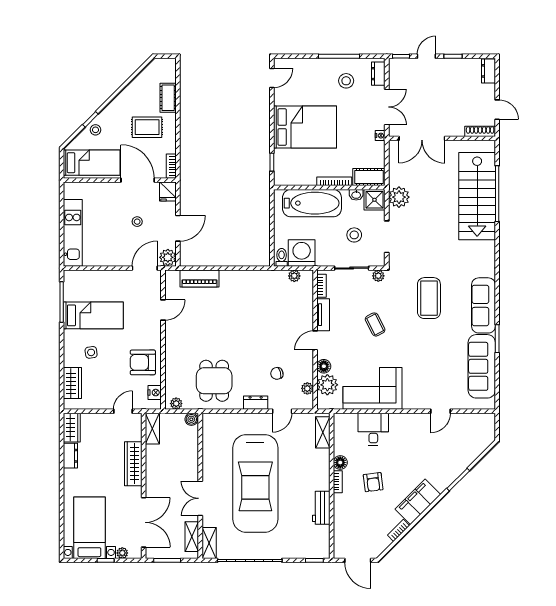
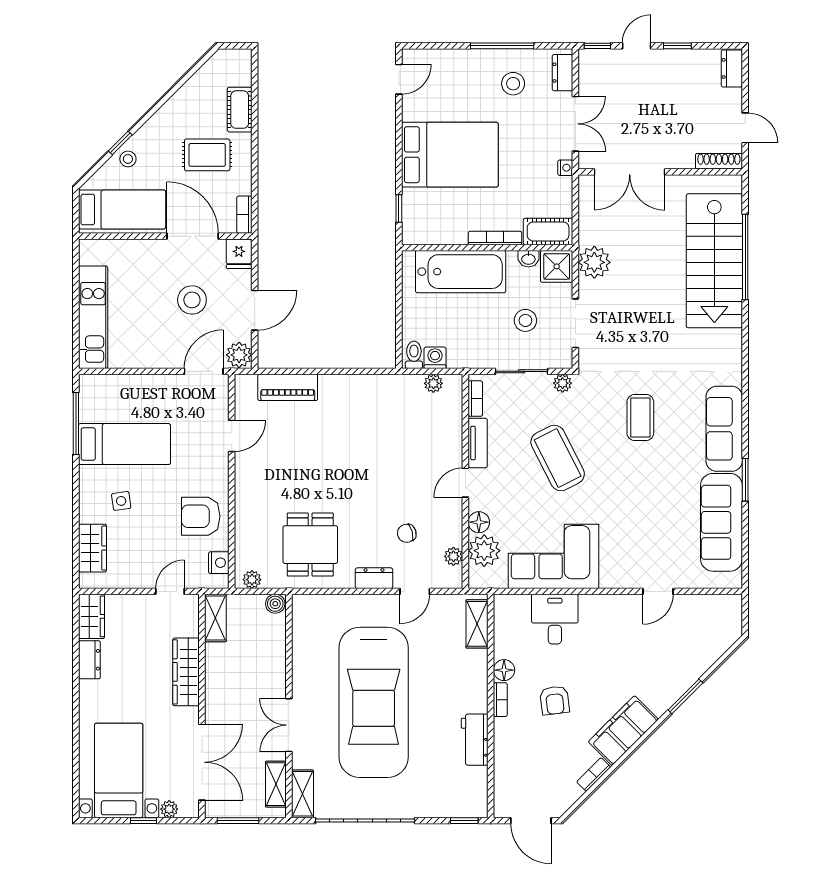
stool: (137, 222) -> (192, 300), width x1.89, depth x1.89
washing machine: (302, 253) -> (435, 358), width x0.53, depth x0.53
coffee table: (429, 298) -> (640, 417), width x0.73, depth x0.76
coffee table: (375, 324) -> (558, 458), width x1.86, depth x1.72

